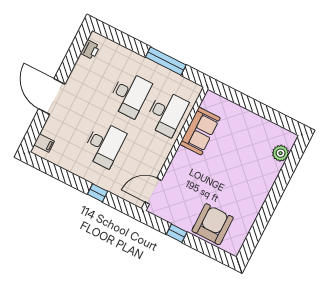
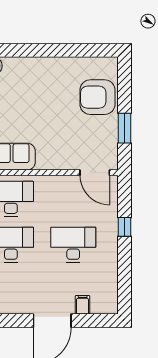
filing cabinet: (44, 143) -> (83, 305), moved
window: (177, 233) -> (124, 128), width x1.50

